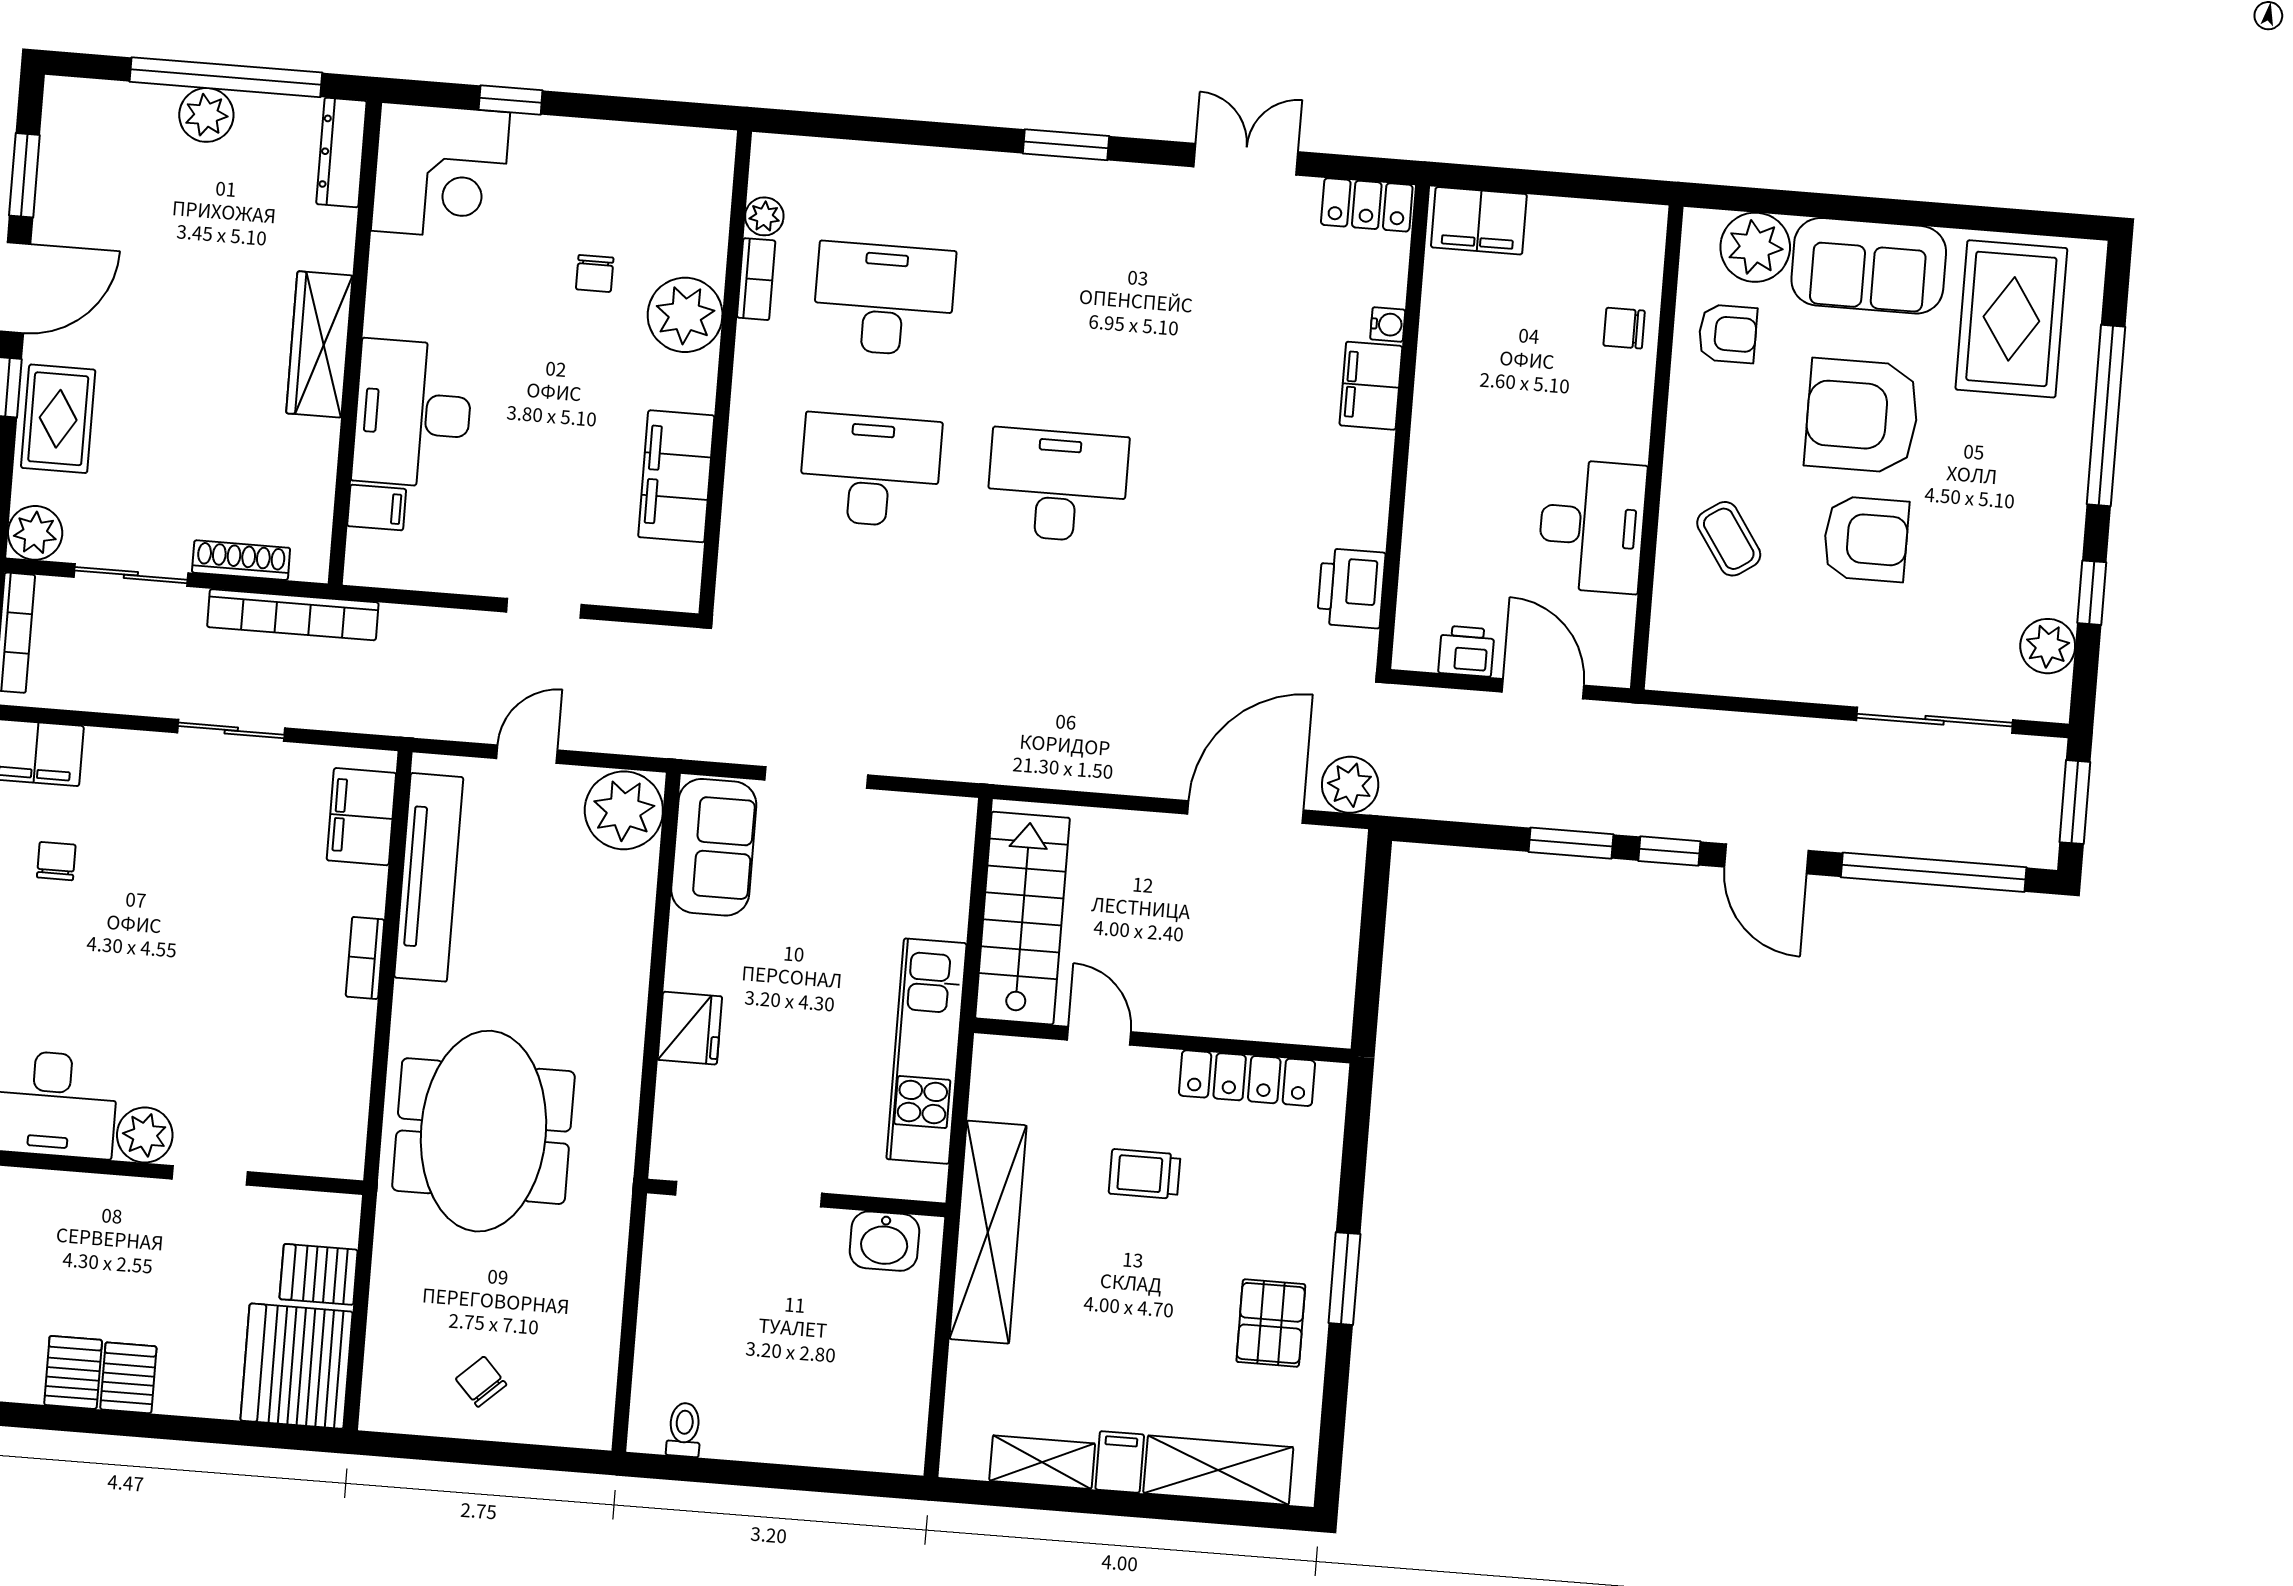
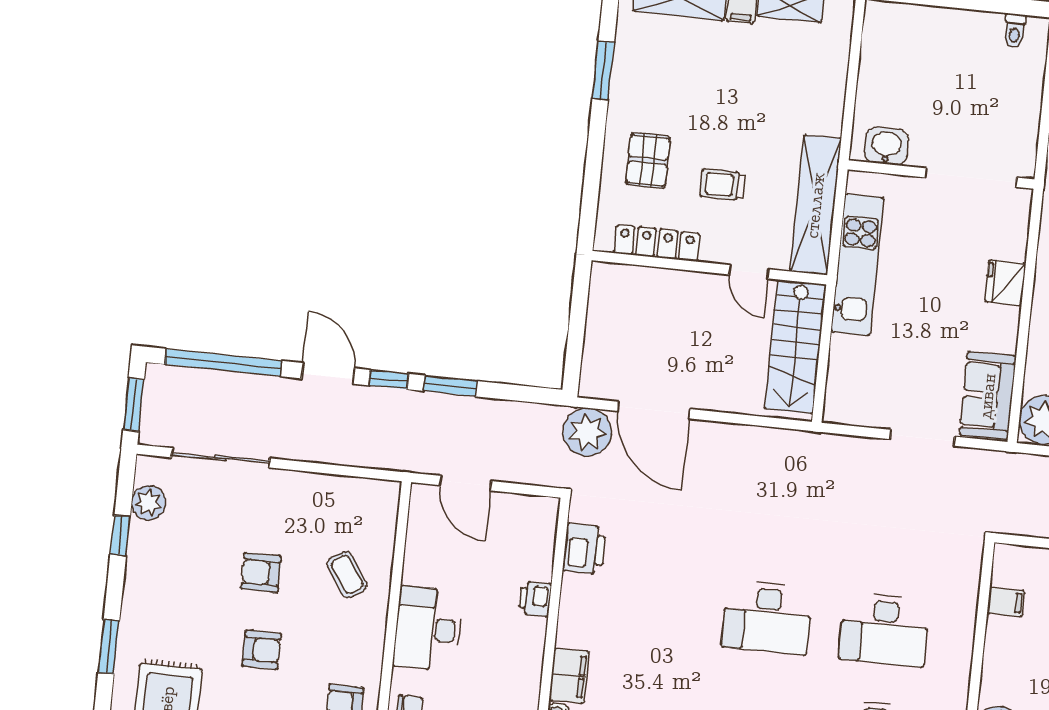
armchair: (1862, 416) -> (262, 650), width x0.53, depth x0.53
window: (2106, 416) -> (109, 646), width x0.47
filing cabinet: (676, 476) -> (1006, 602), width x0.33, depth x0.86
desk: (1592, 526) -> (428, 629), moved
armchair: (1866, 539) -> (261, 573), width x0.72, depth x0.72
printer: (1466, 651) -> (535, 599), moved, turned 90
plant: (1350, 785) -> (587, 432), width x1.36, depth x1.36
door: (1245, 812) -> (654, 410), hinge flipped
trolley: (1145, 1174) -> (722, 185), turned 180
shelving: (988, 1232) -> (816, 205), moved
window: (1344, 1279) -> (603, 70), moved
pallet: (1271, 1323) -> (648, 160), moved

